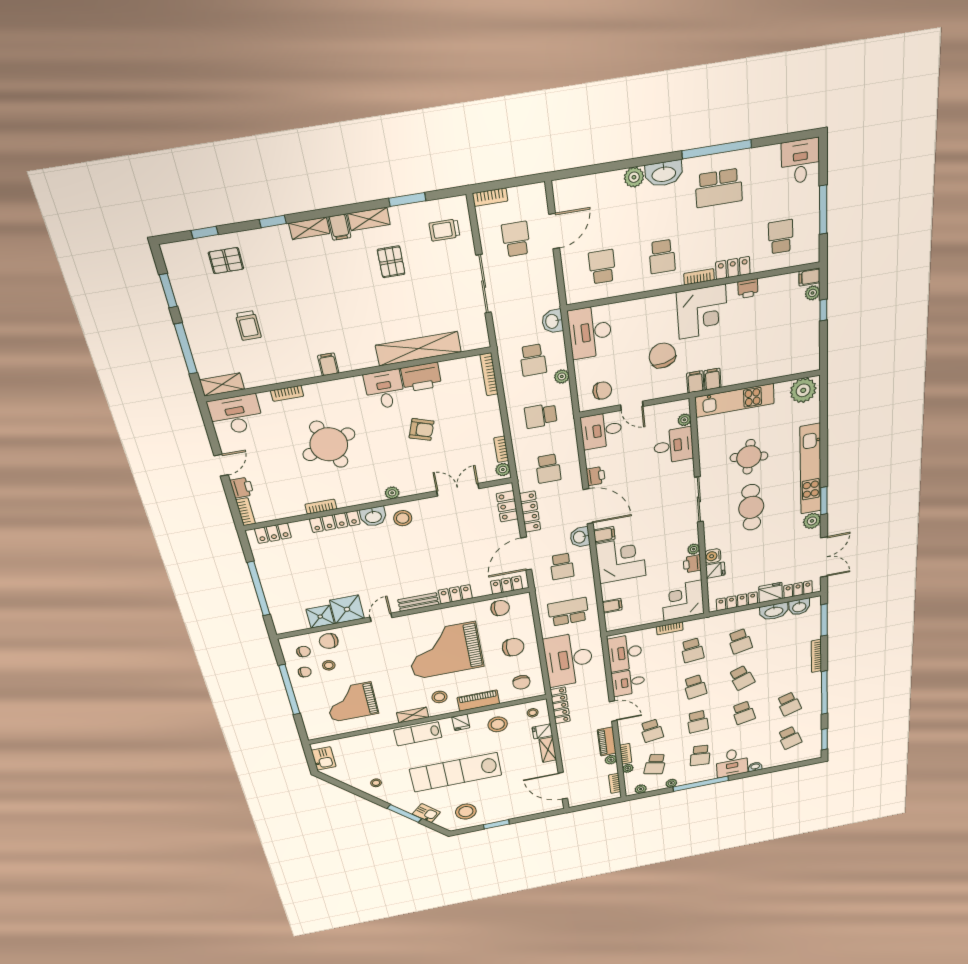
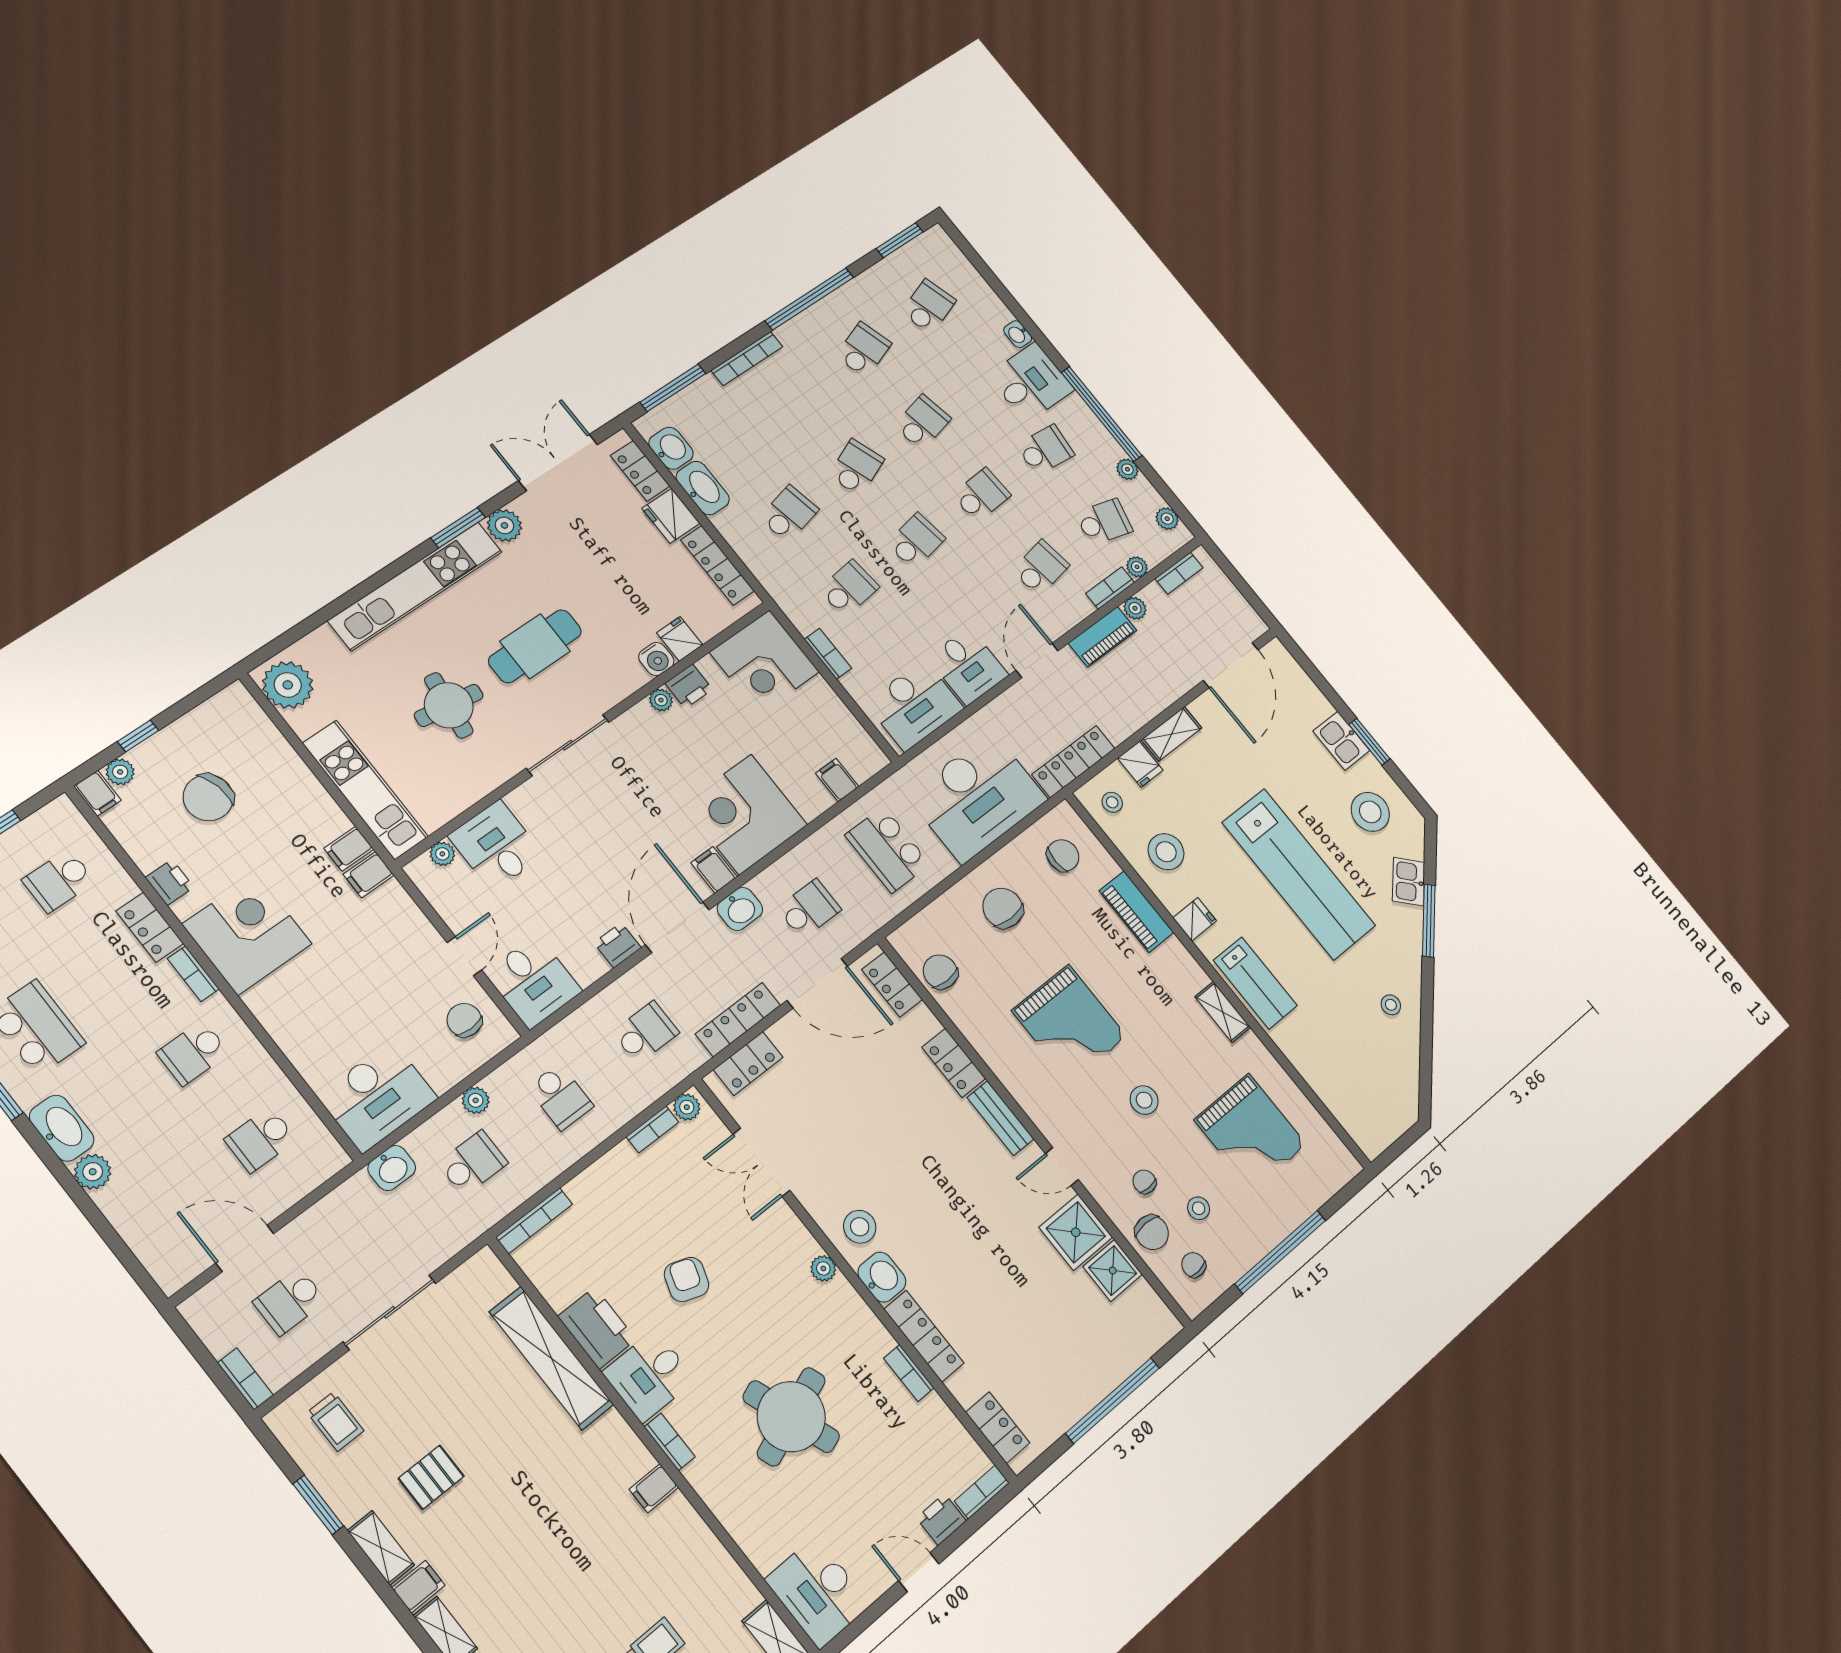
school desk: (662, 257) -> (193, 1053), turned 180
chair: (662, 356) -> (208, 798), moved
bookcase: (287, 393) -> (670, 1442), moved
grand piano: (445, 650) -> (1069, 1024), width x0.73, depth x0.68
chair: (305, 672) -> (1144, 1182), moved
stool: (439, 697) -> (1144, 1100), moved
kitchen sink: (324, 758) -> (1341, 741), moved, turned -90

